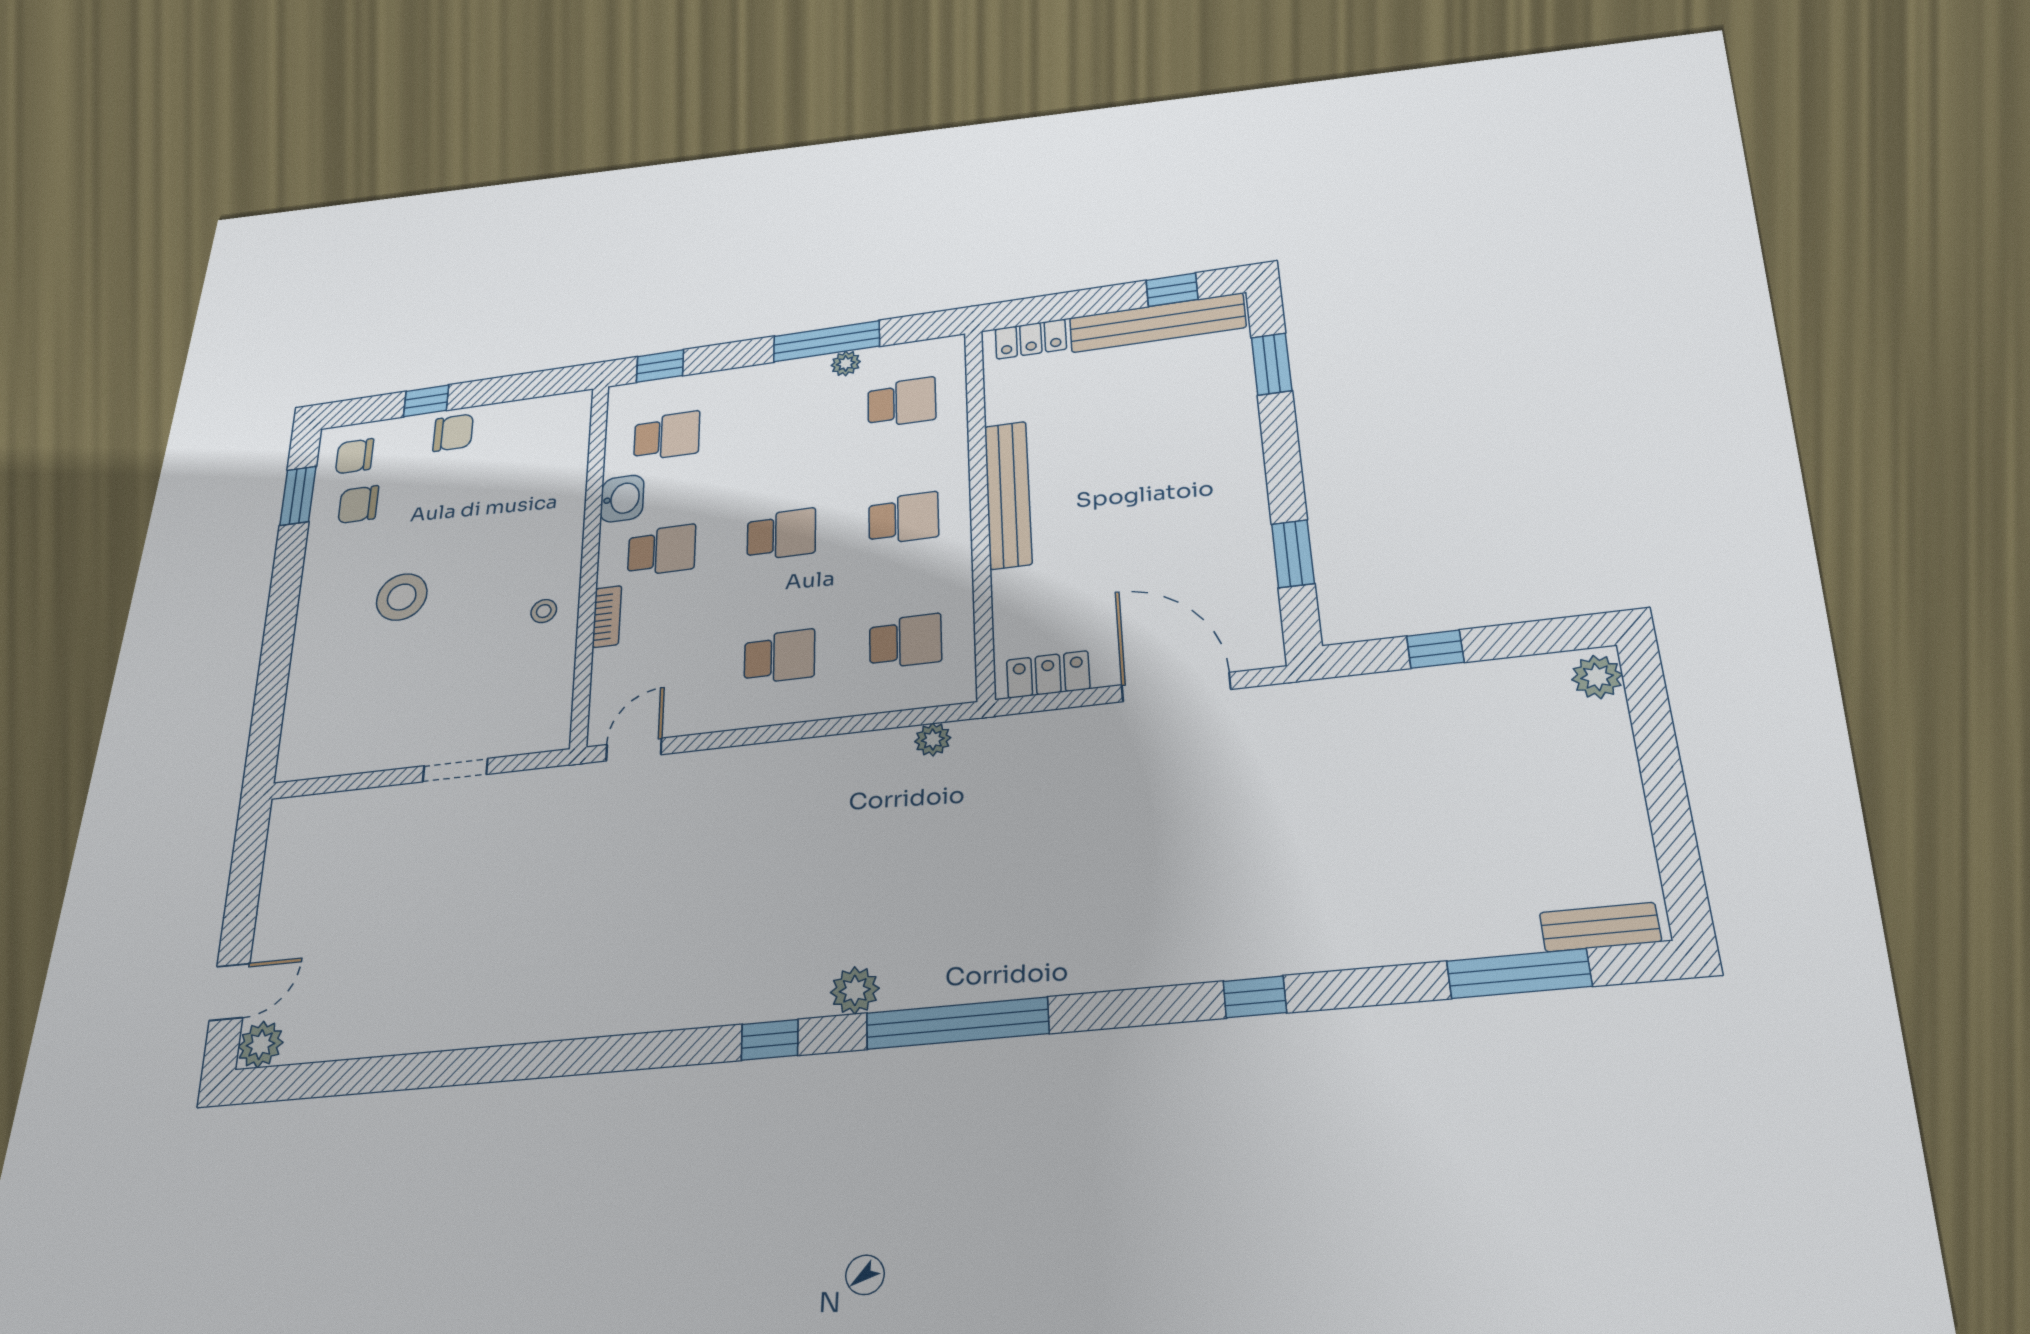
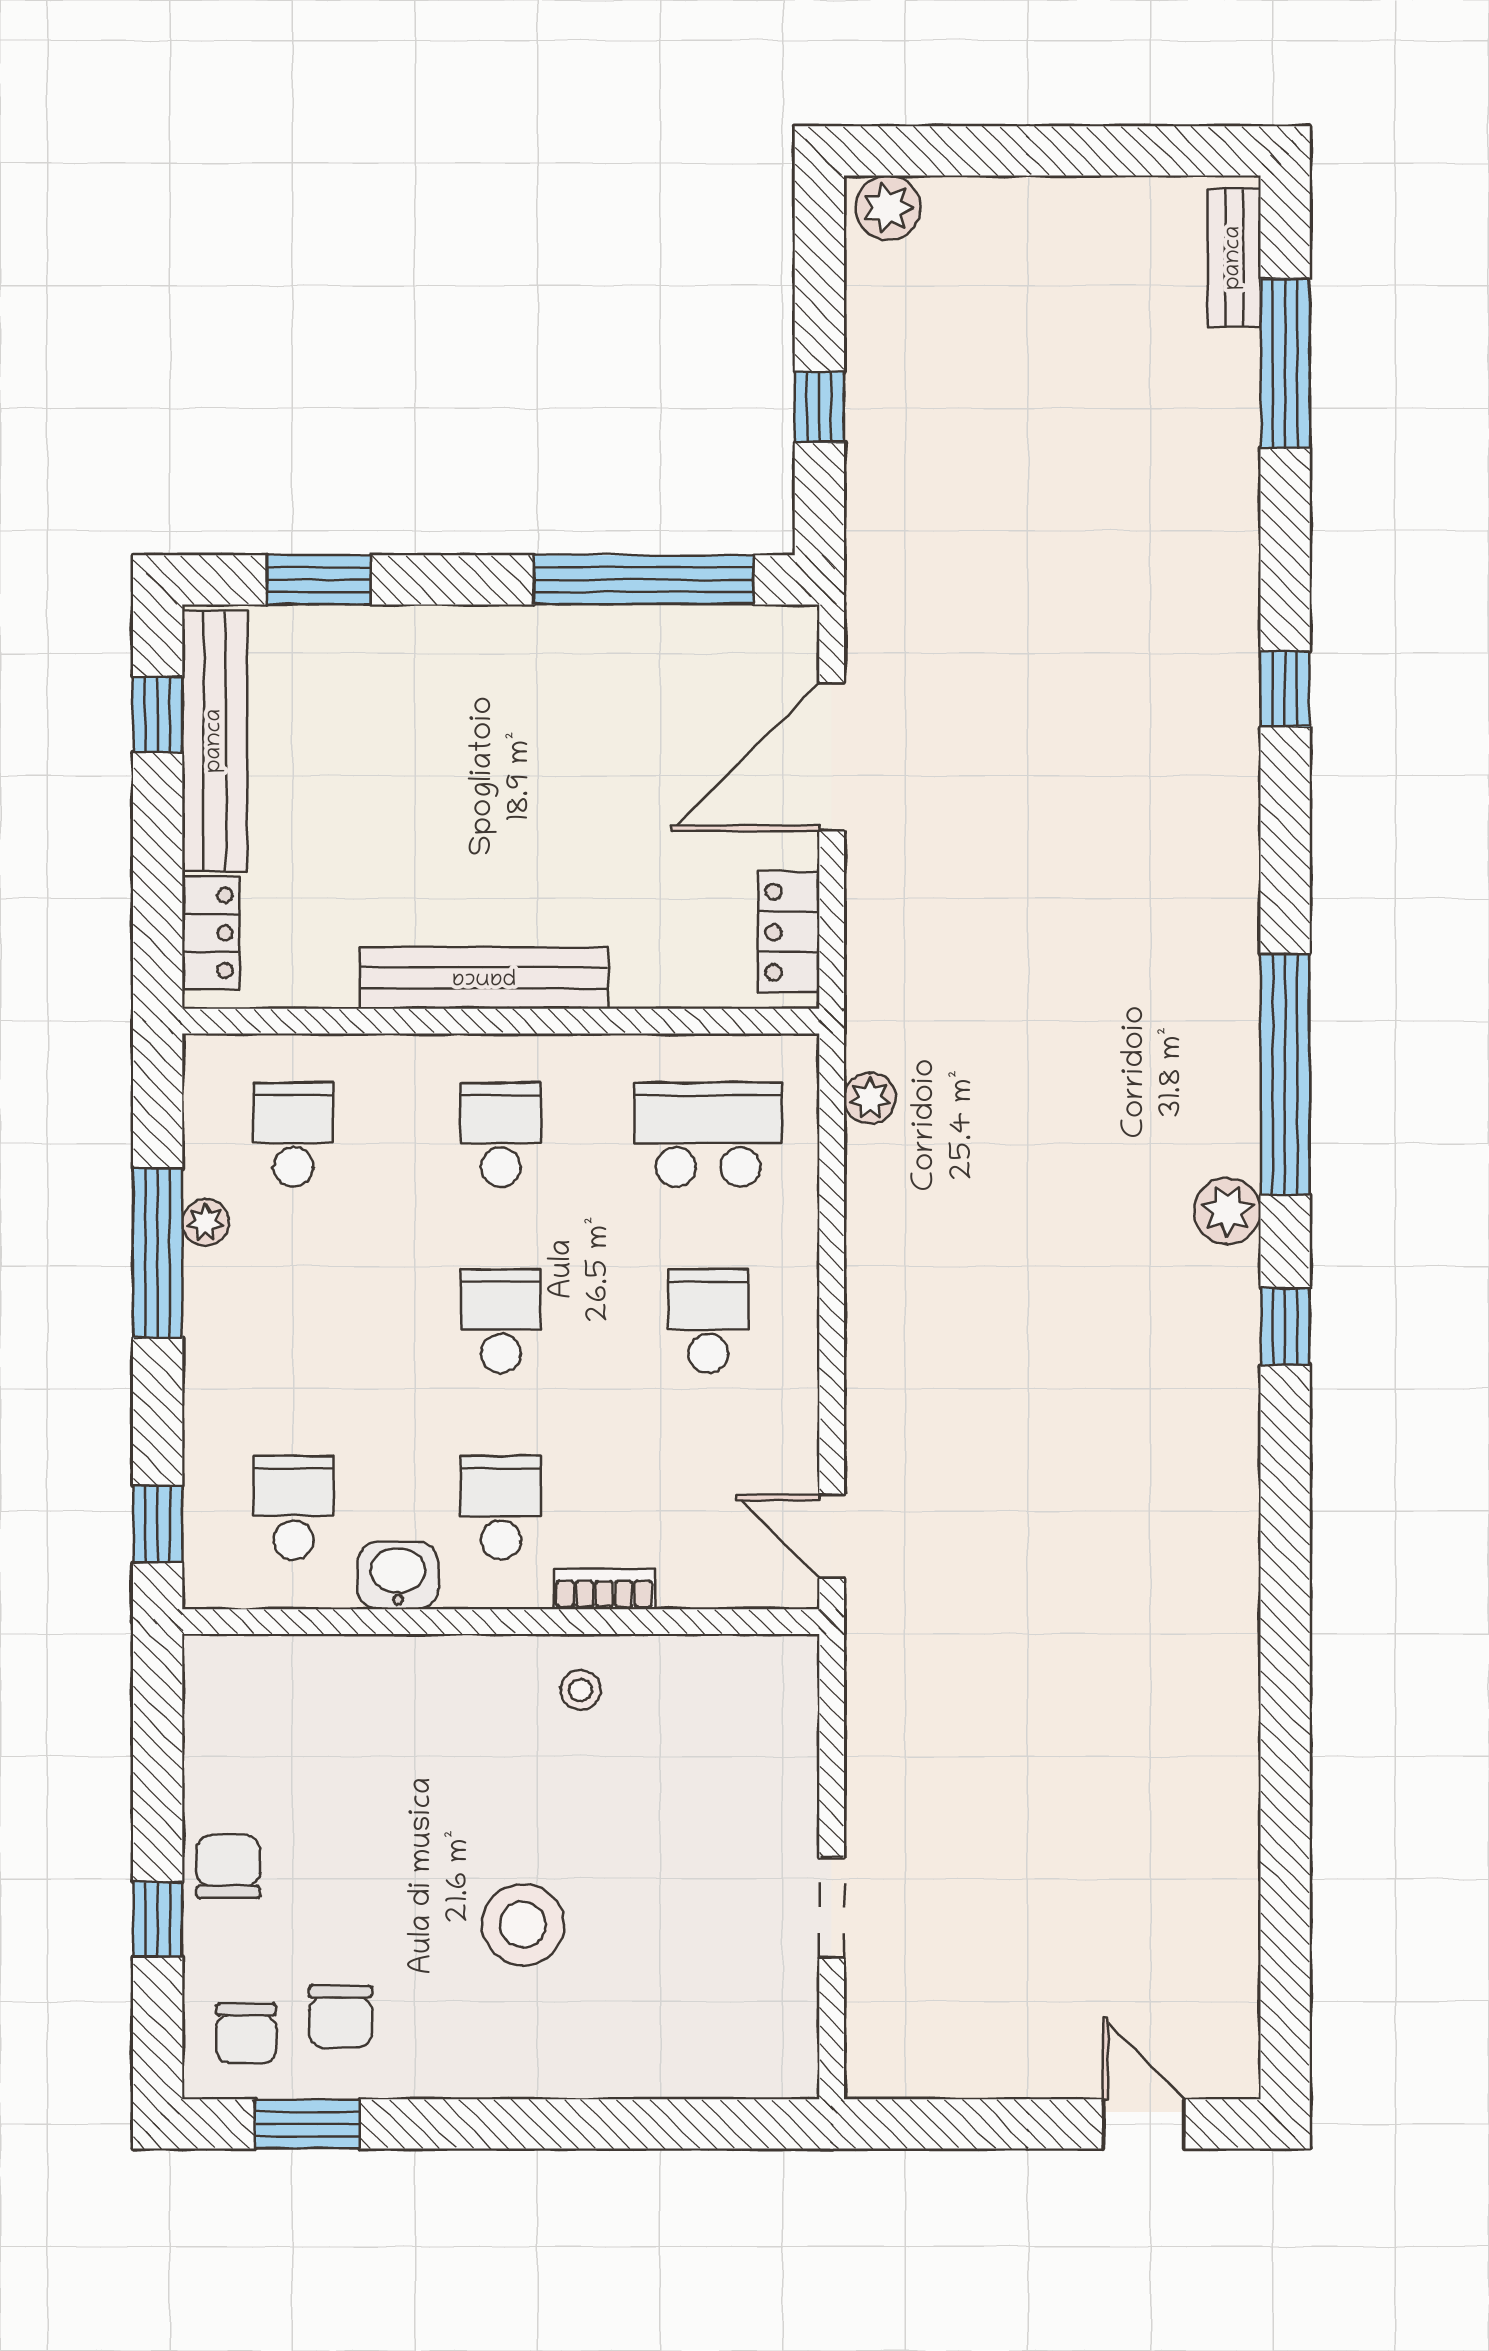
window: (1293, 554) -> (644, 580), width x2.11
school desk: (906, 641) -> (708, 1135), width x1.85
doorway: (455, 770) -> (832, 1908), moved
plant: (260, 1044) -> (1226, 2065), removed

